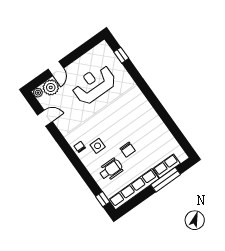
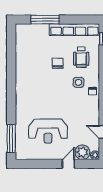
window: (121, 55) -> (11, 139), width x2.17
row of seats: (167, 166) -> (37, 29), removed
wheelchair: (111, 170) -> (81, 57), turned -90

